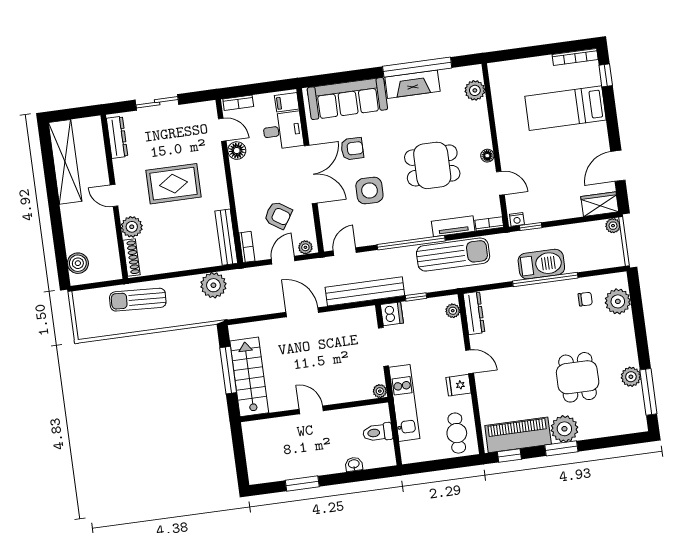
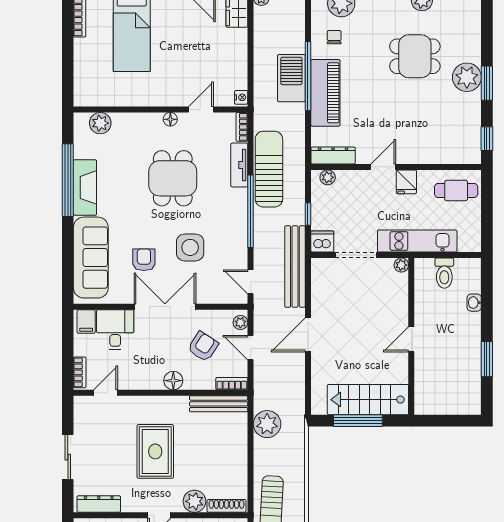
floor lamp: (237, 151) -> (173, 381), moved
window: (531, 227) -> (251, 84), removed
piano: (518, 435) -> (325, 93), moved, turned 180

